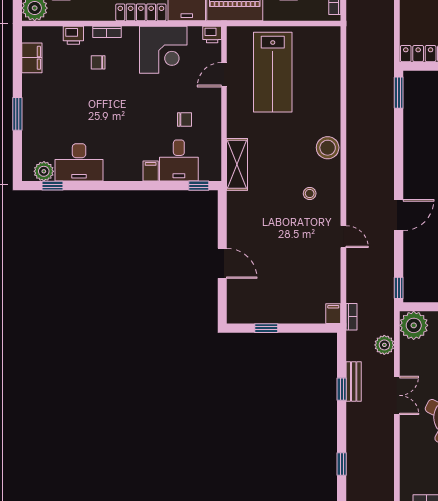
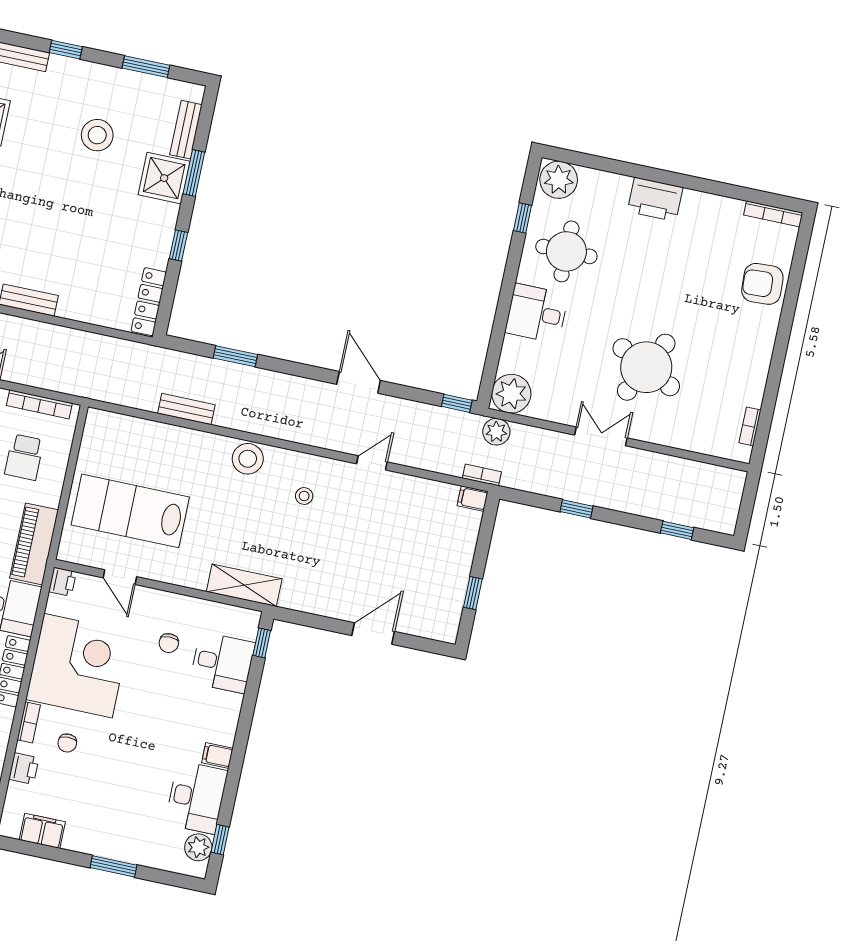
corner desk: (163, 50) -> (78, 666), width x1.36, depth x1.36
lab bench: (273, 72) -> (130, 511), turned 180
window: (399, 93) -> (235, 356), moved
chair: (185, 119) -> (169, 643), turned 180
filing cabinet: (151, 171) -> (217, 755), moved
plant: (384, 345) -> (496, 432), moved
bench: (354, 381) -> (186, 409), moved

